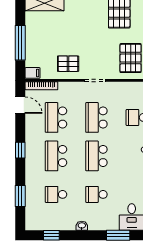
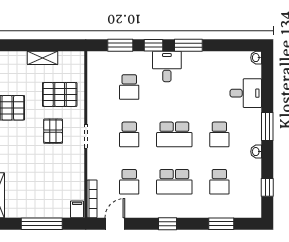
pallet: (68, 64) -> (53, 131), moved
school desk: (56, 117) -> (129, 182), width x0.54
school desk: (96, 117) -> (129, 134), width x0.54
window: (118, 235) -> (267, 127), moved

